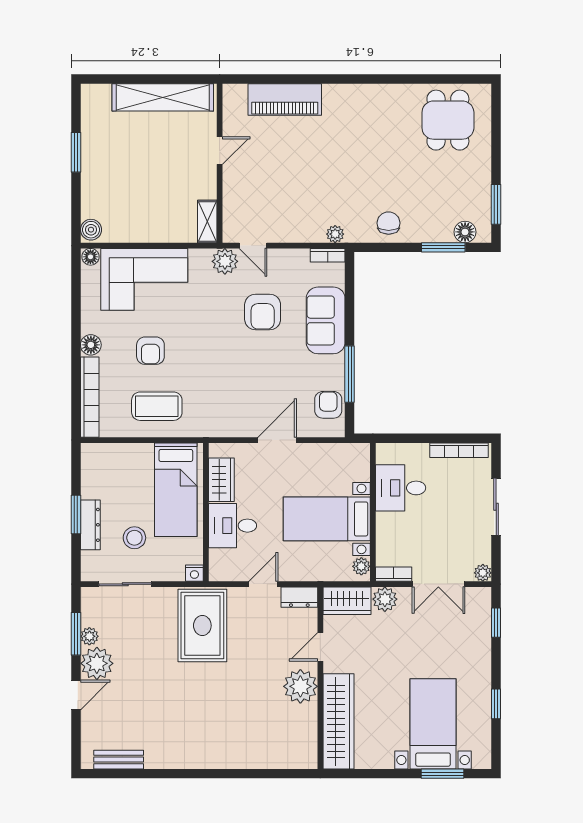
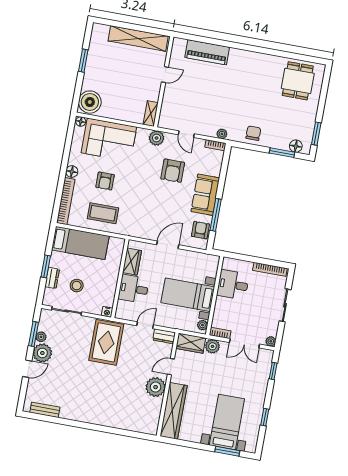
boiler: (91, 230) -> (90, 102), width x1.86, depth x1.86
door: (253, 246) -> (186, 134), moved
sofa: (326, 320) -> (205, 195), moved
bed: (176, 490) -> (80, 243), moved, turned -90
dresser: (90, 525) -> (52, 278), width x0.70

